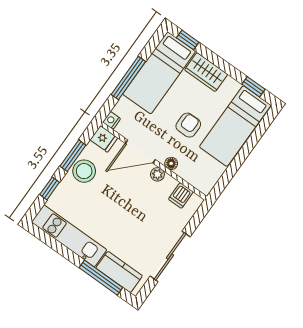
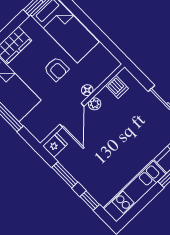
nightstand: (112, 120) -> (40, 135), removed
armchair: (188, 125) -> (56, 69), turned 180
stool: (84, 171) -> (80, 168), removed

